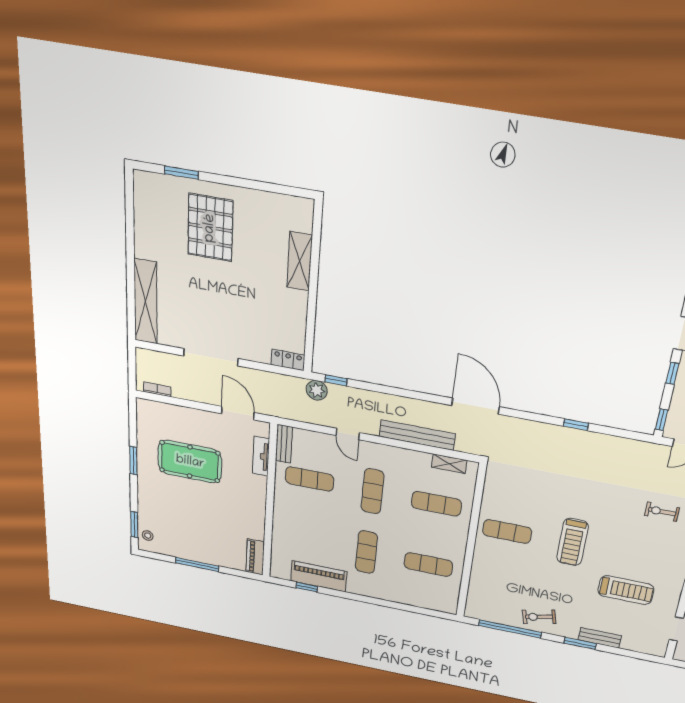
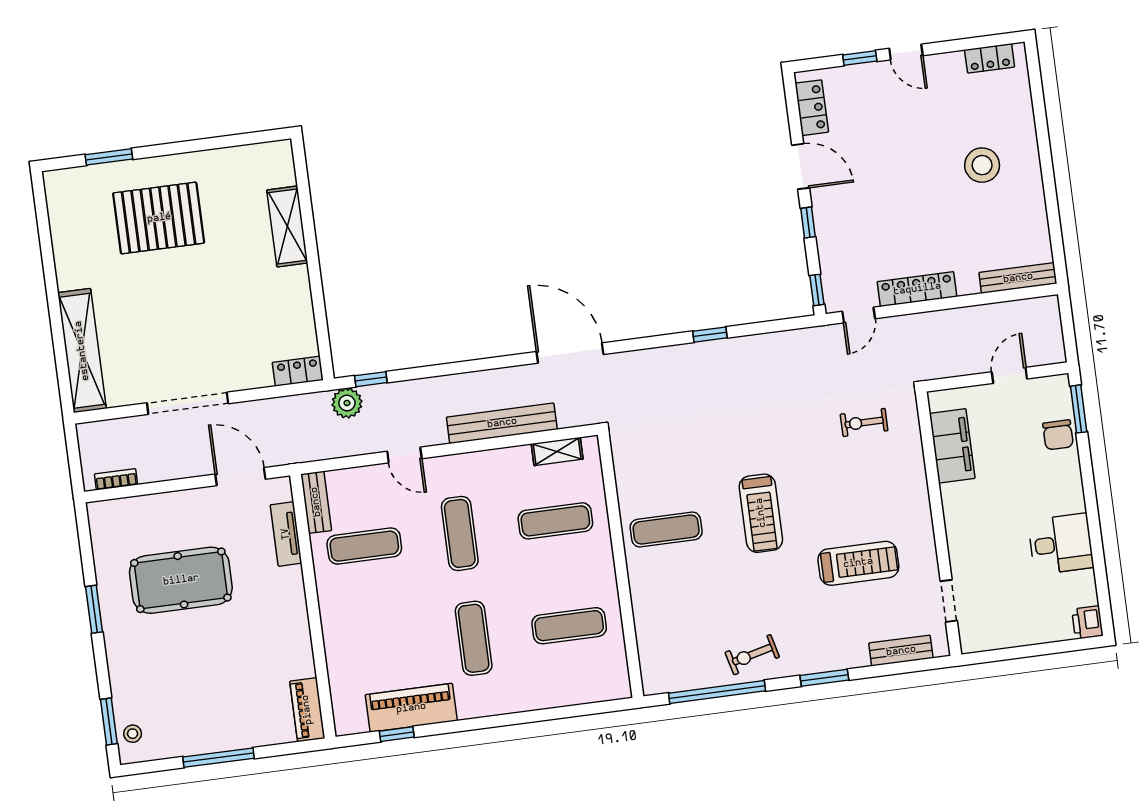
pallet: (210, 228) -> (159, 218), turned 90
bench: (600, 638) -> (901, 651), moved

